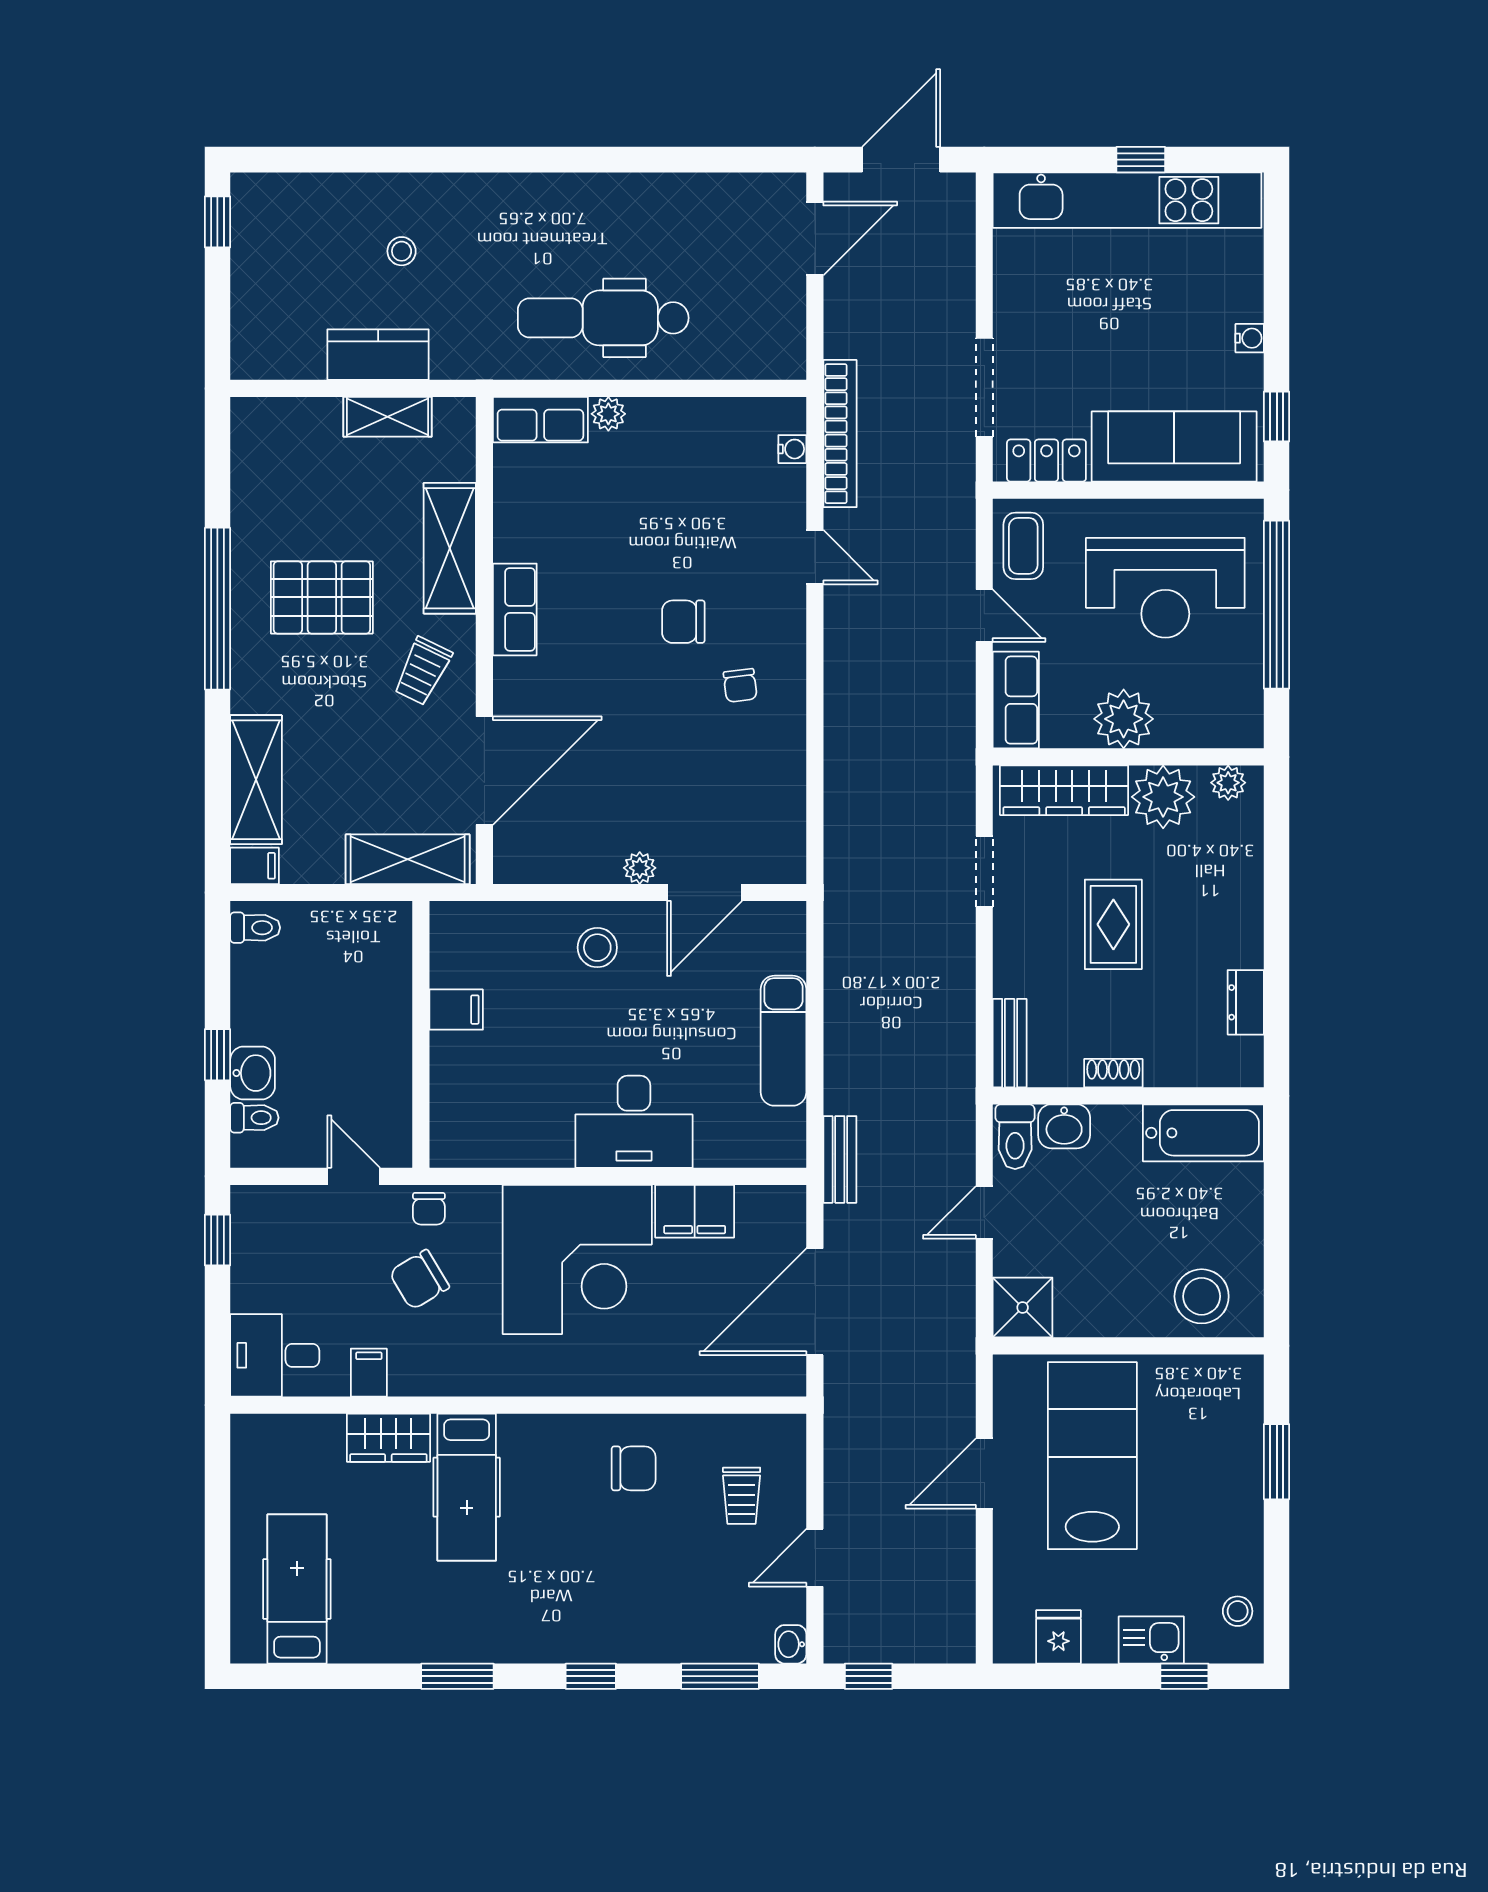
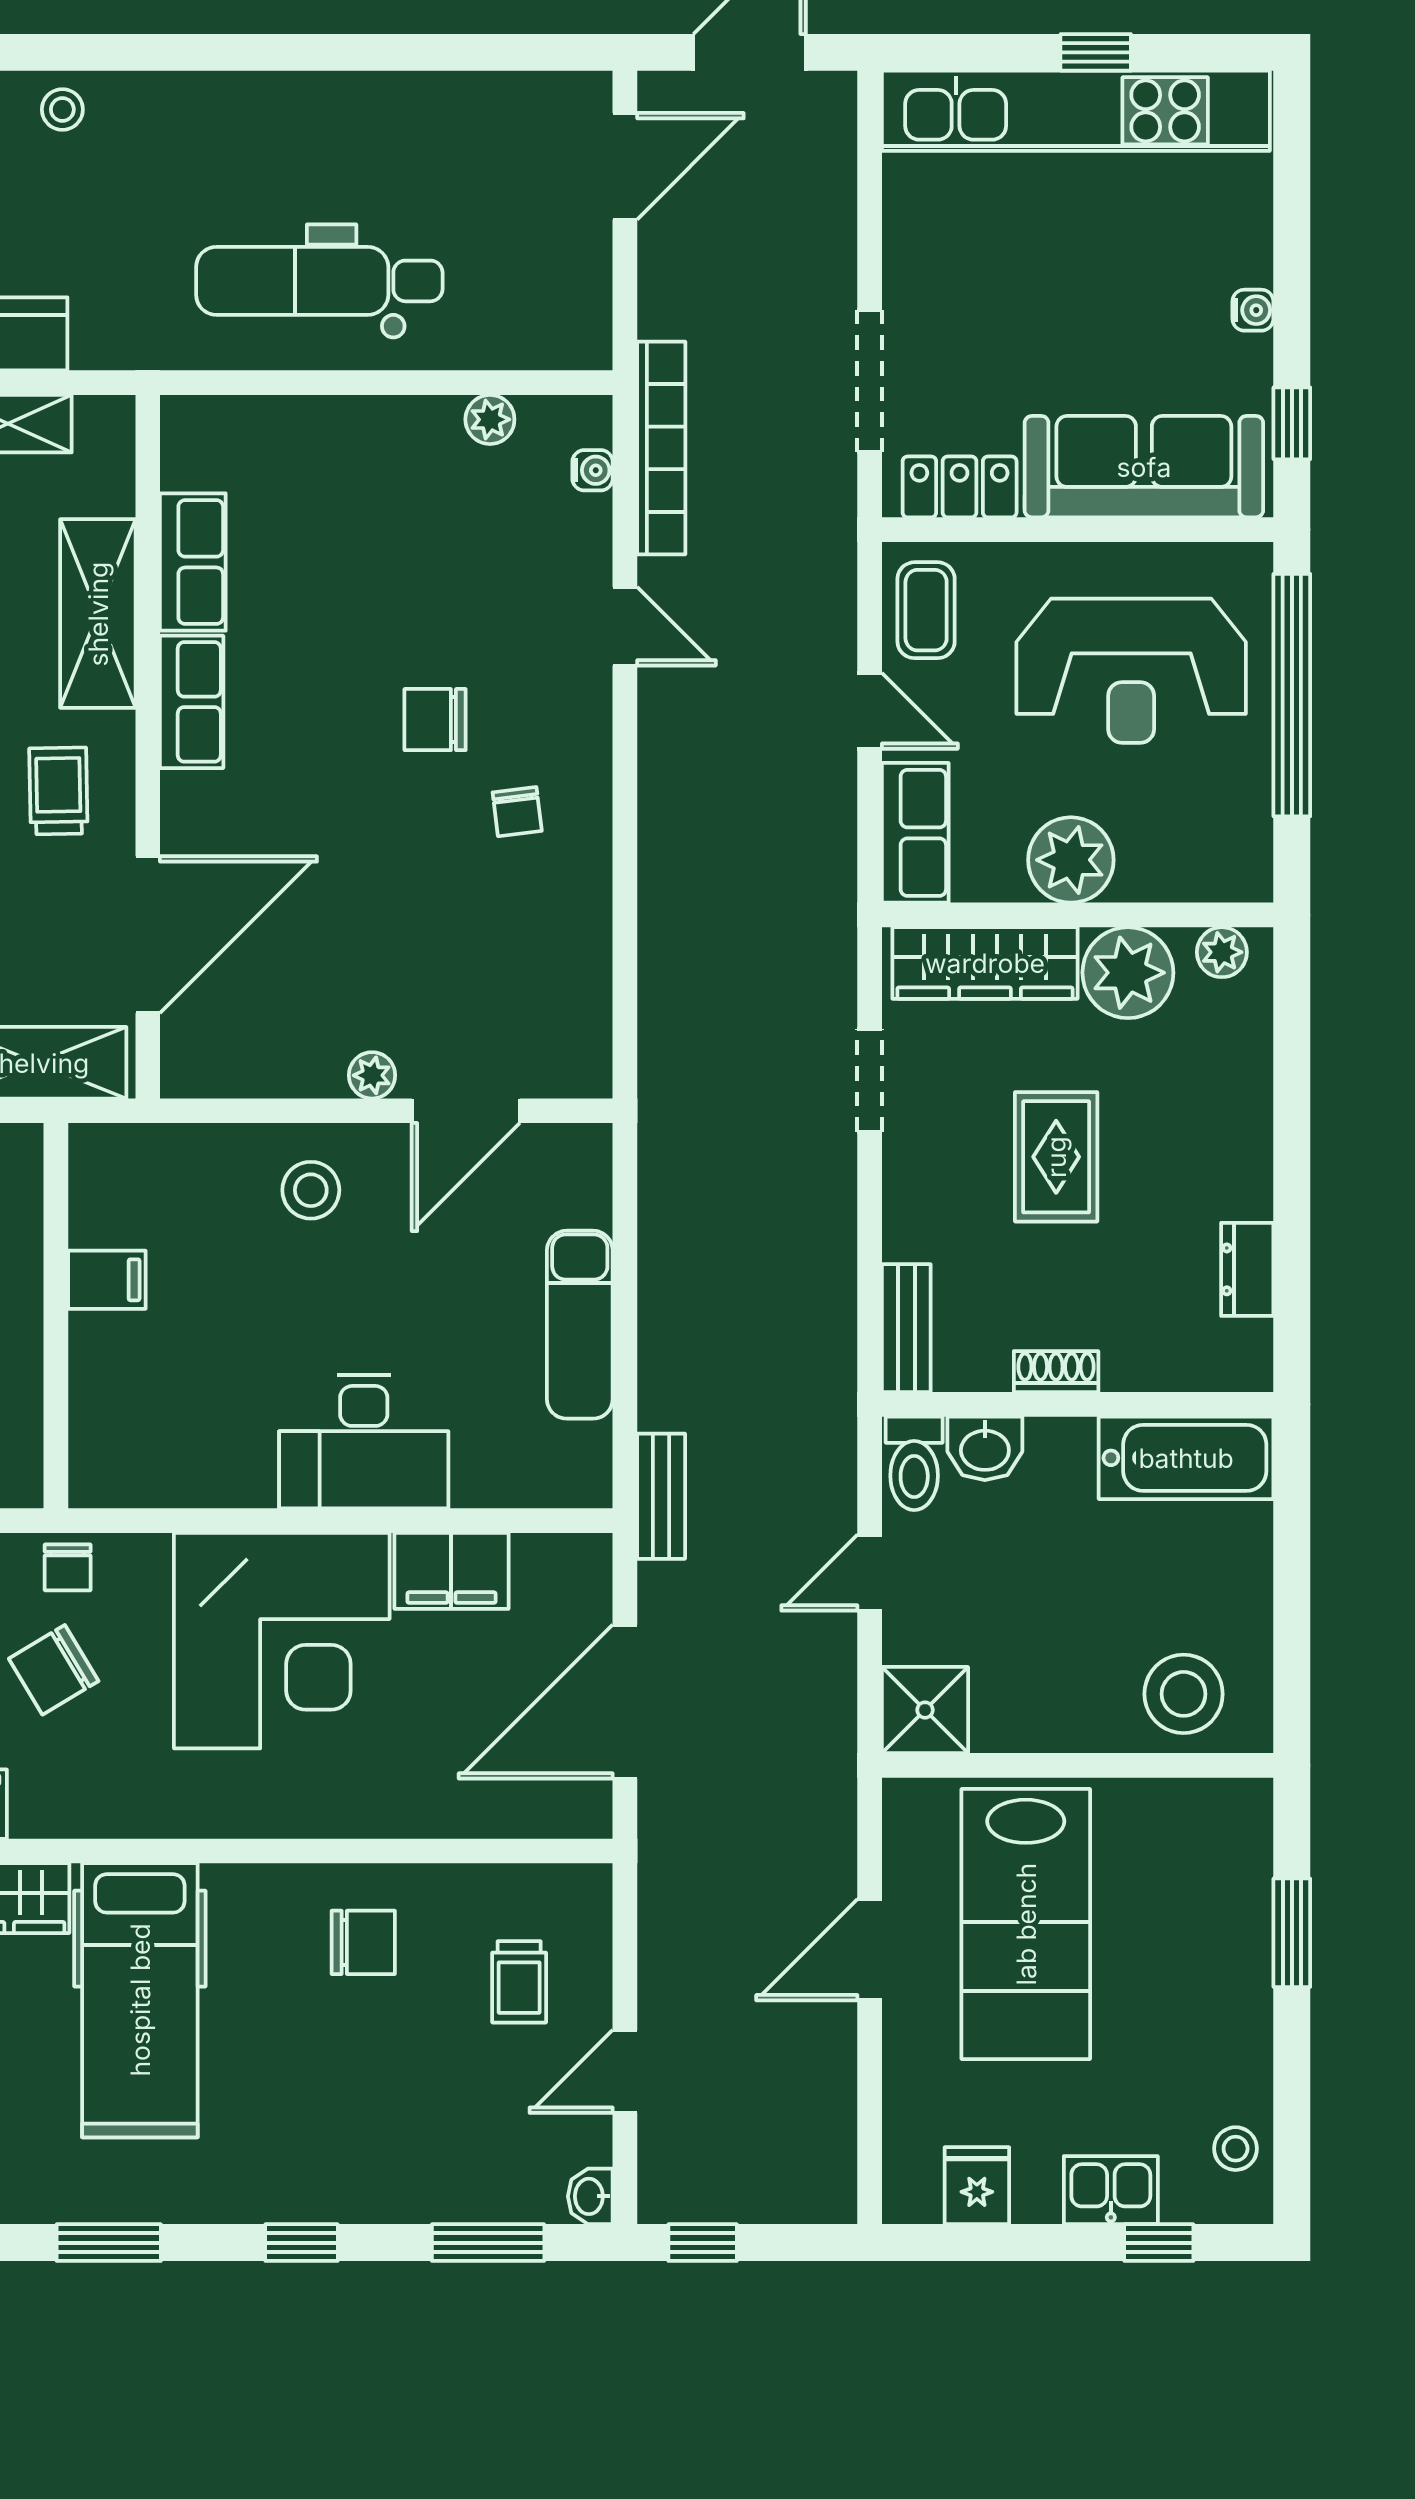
stool: (402, 251) -> (62, 109), moved
plant: (608, 414) -> (490, 419), moved
row of seats: (540, 420) -> (193, 562), moved, turned -90
trolley: (423, 671) -> (58, 791), turned 153
lab bench: (1092, 1456) -> (1026, 1924), turned 180
hospital bed: (467, 1487) -> (140, 2000), width x1.37, depth x1.29

